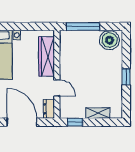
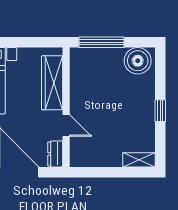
shelving: (98, 113) -> (139, 160), moved
window: (75, 122) -> (91, 172), removed

